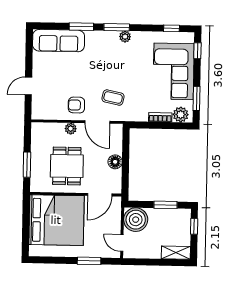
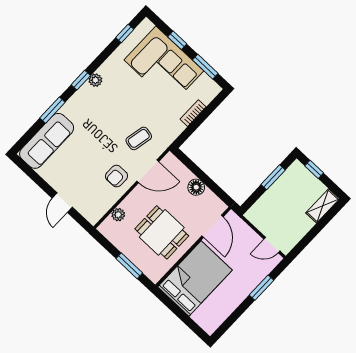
window: (117, 27) -> (81, 80), width x0.67
window: (197, 51) -> (177, 40), moved
plant: (181, 115) -> (207, 93), removed
plant: (71, 129) -> (118, 215), moved
bed: (56, 220) -> (195, 279), width x0.73
boiler: (136, 220) -> (262, 215), removed

